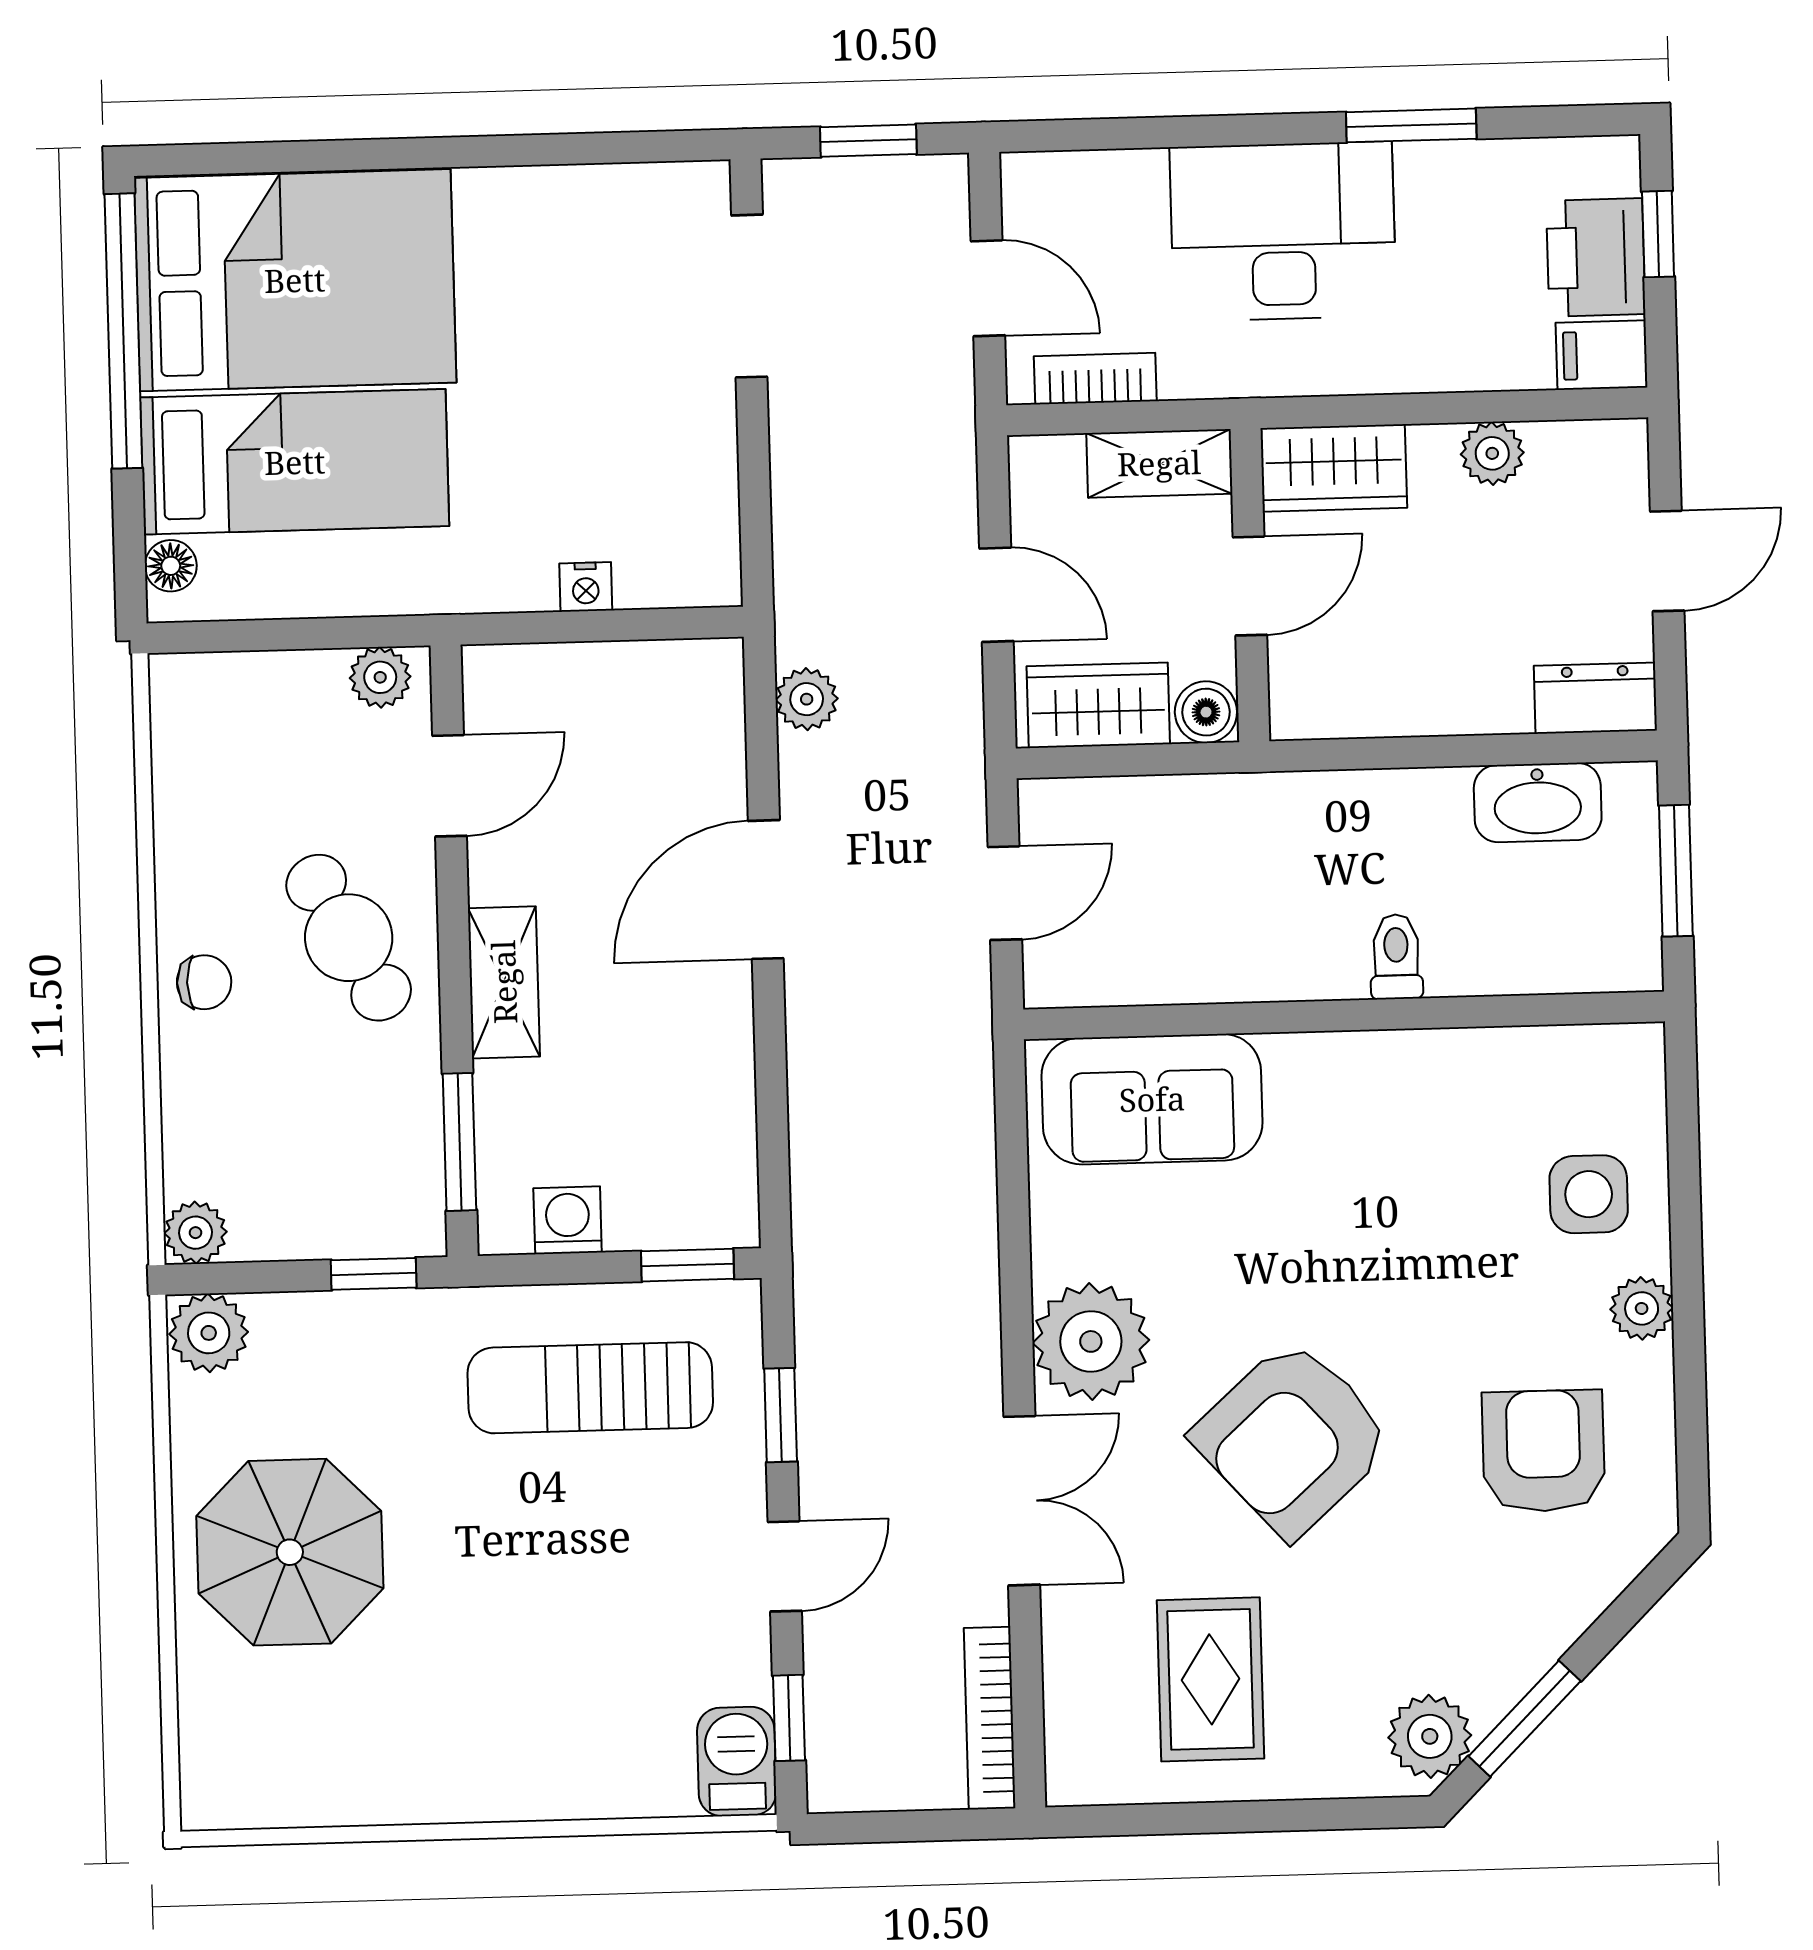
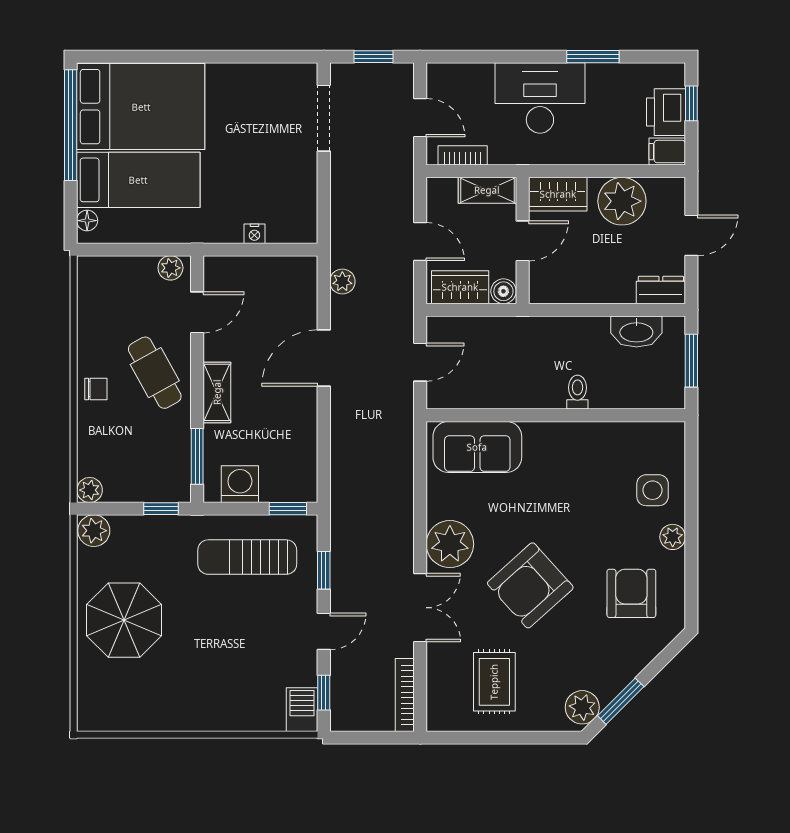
plant: (1492, 453) -> (622, 201), width x1.88, depth x1.88
washing machine: (568, 1220) -> (240, 484), width x1.38, depth x1.38

